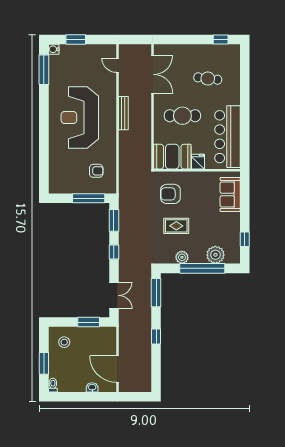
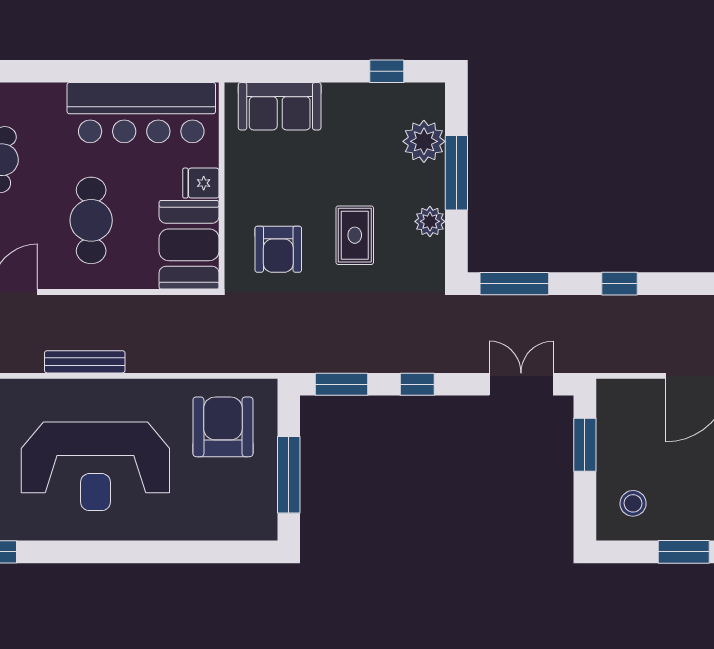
armchair: (96, 171) -> (223, 427), width x1.88, depth x1.88
window: (89, 198) -> (289, 475), moved
window: (202, 268) -> (456, 173), width x0.68

